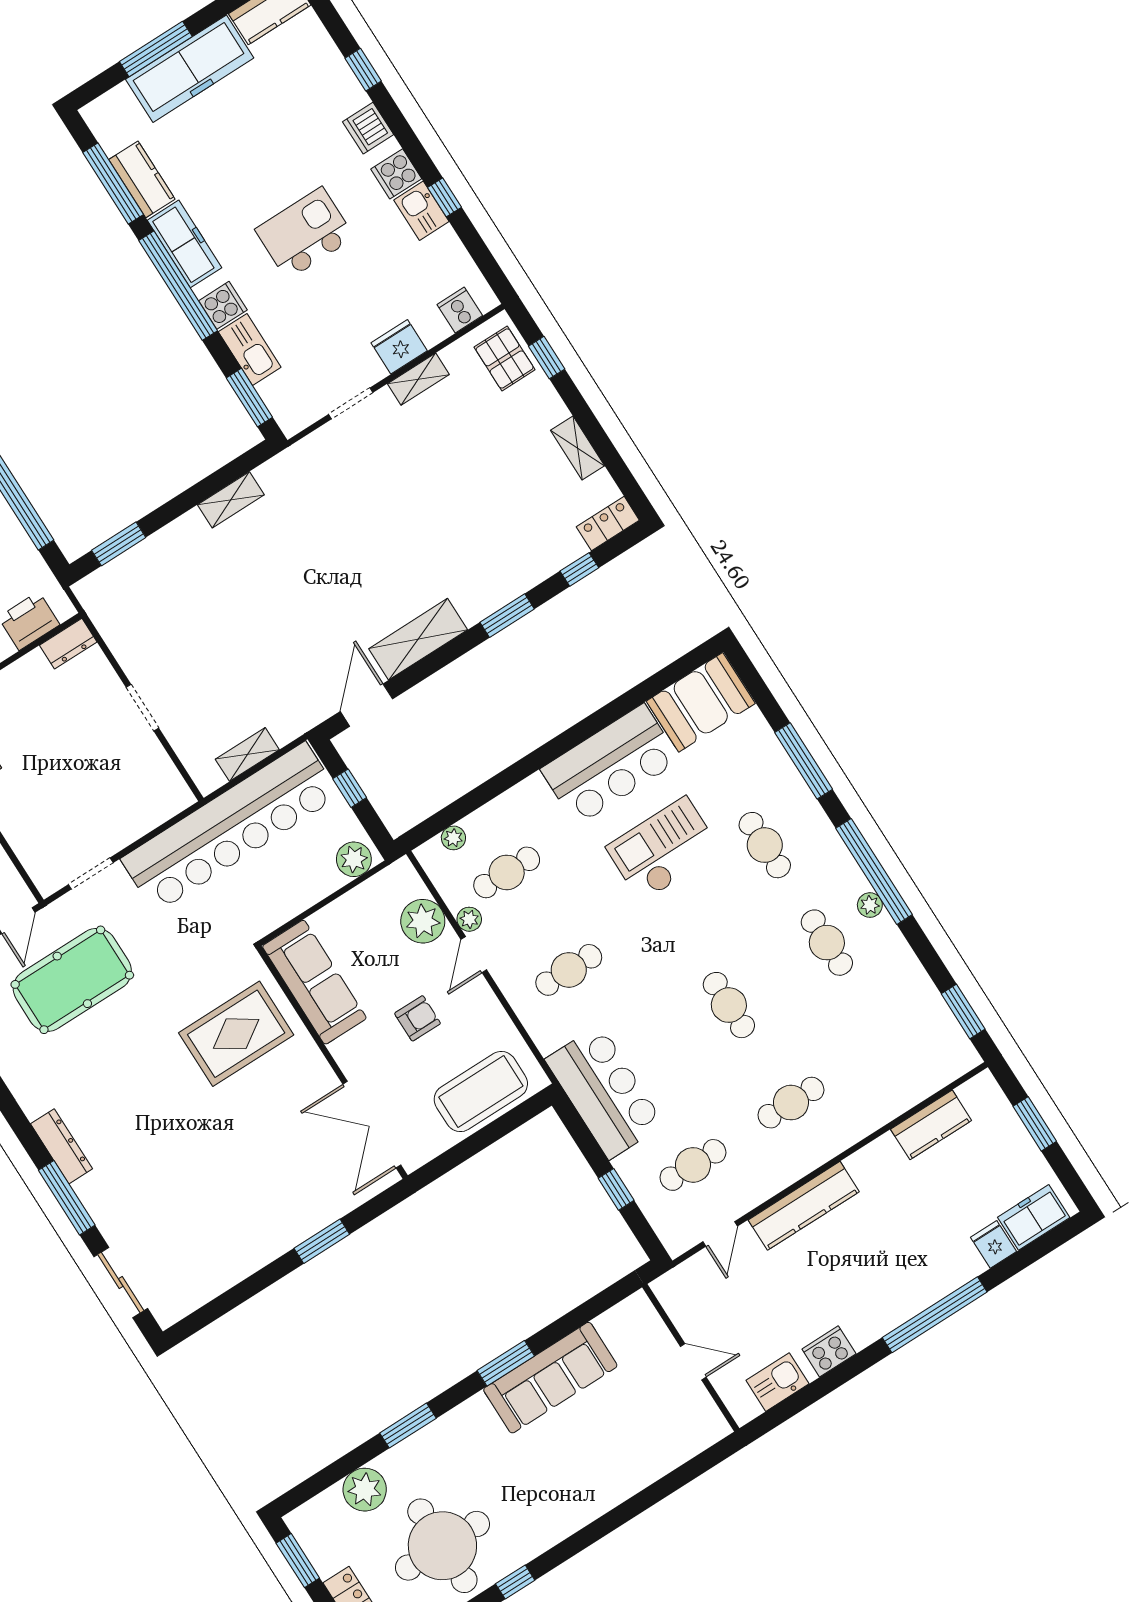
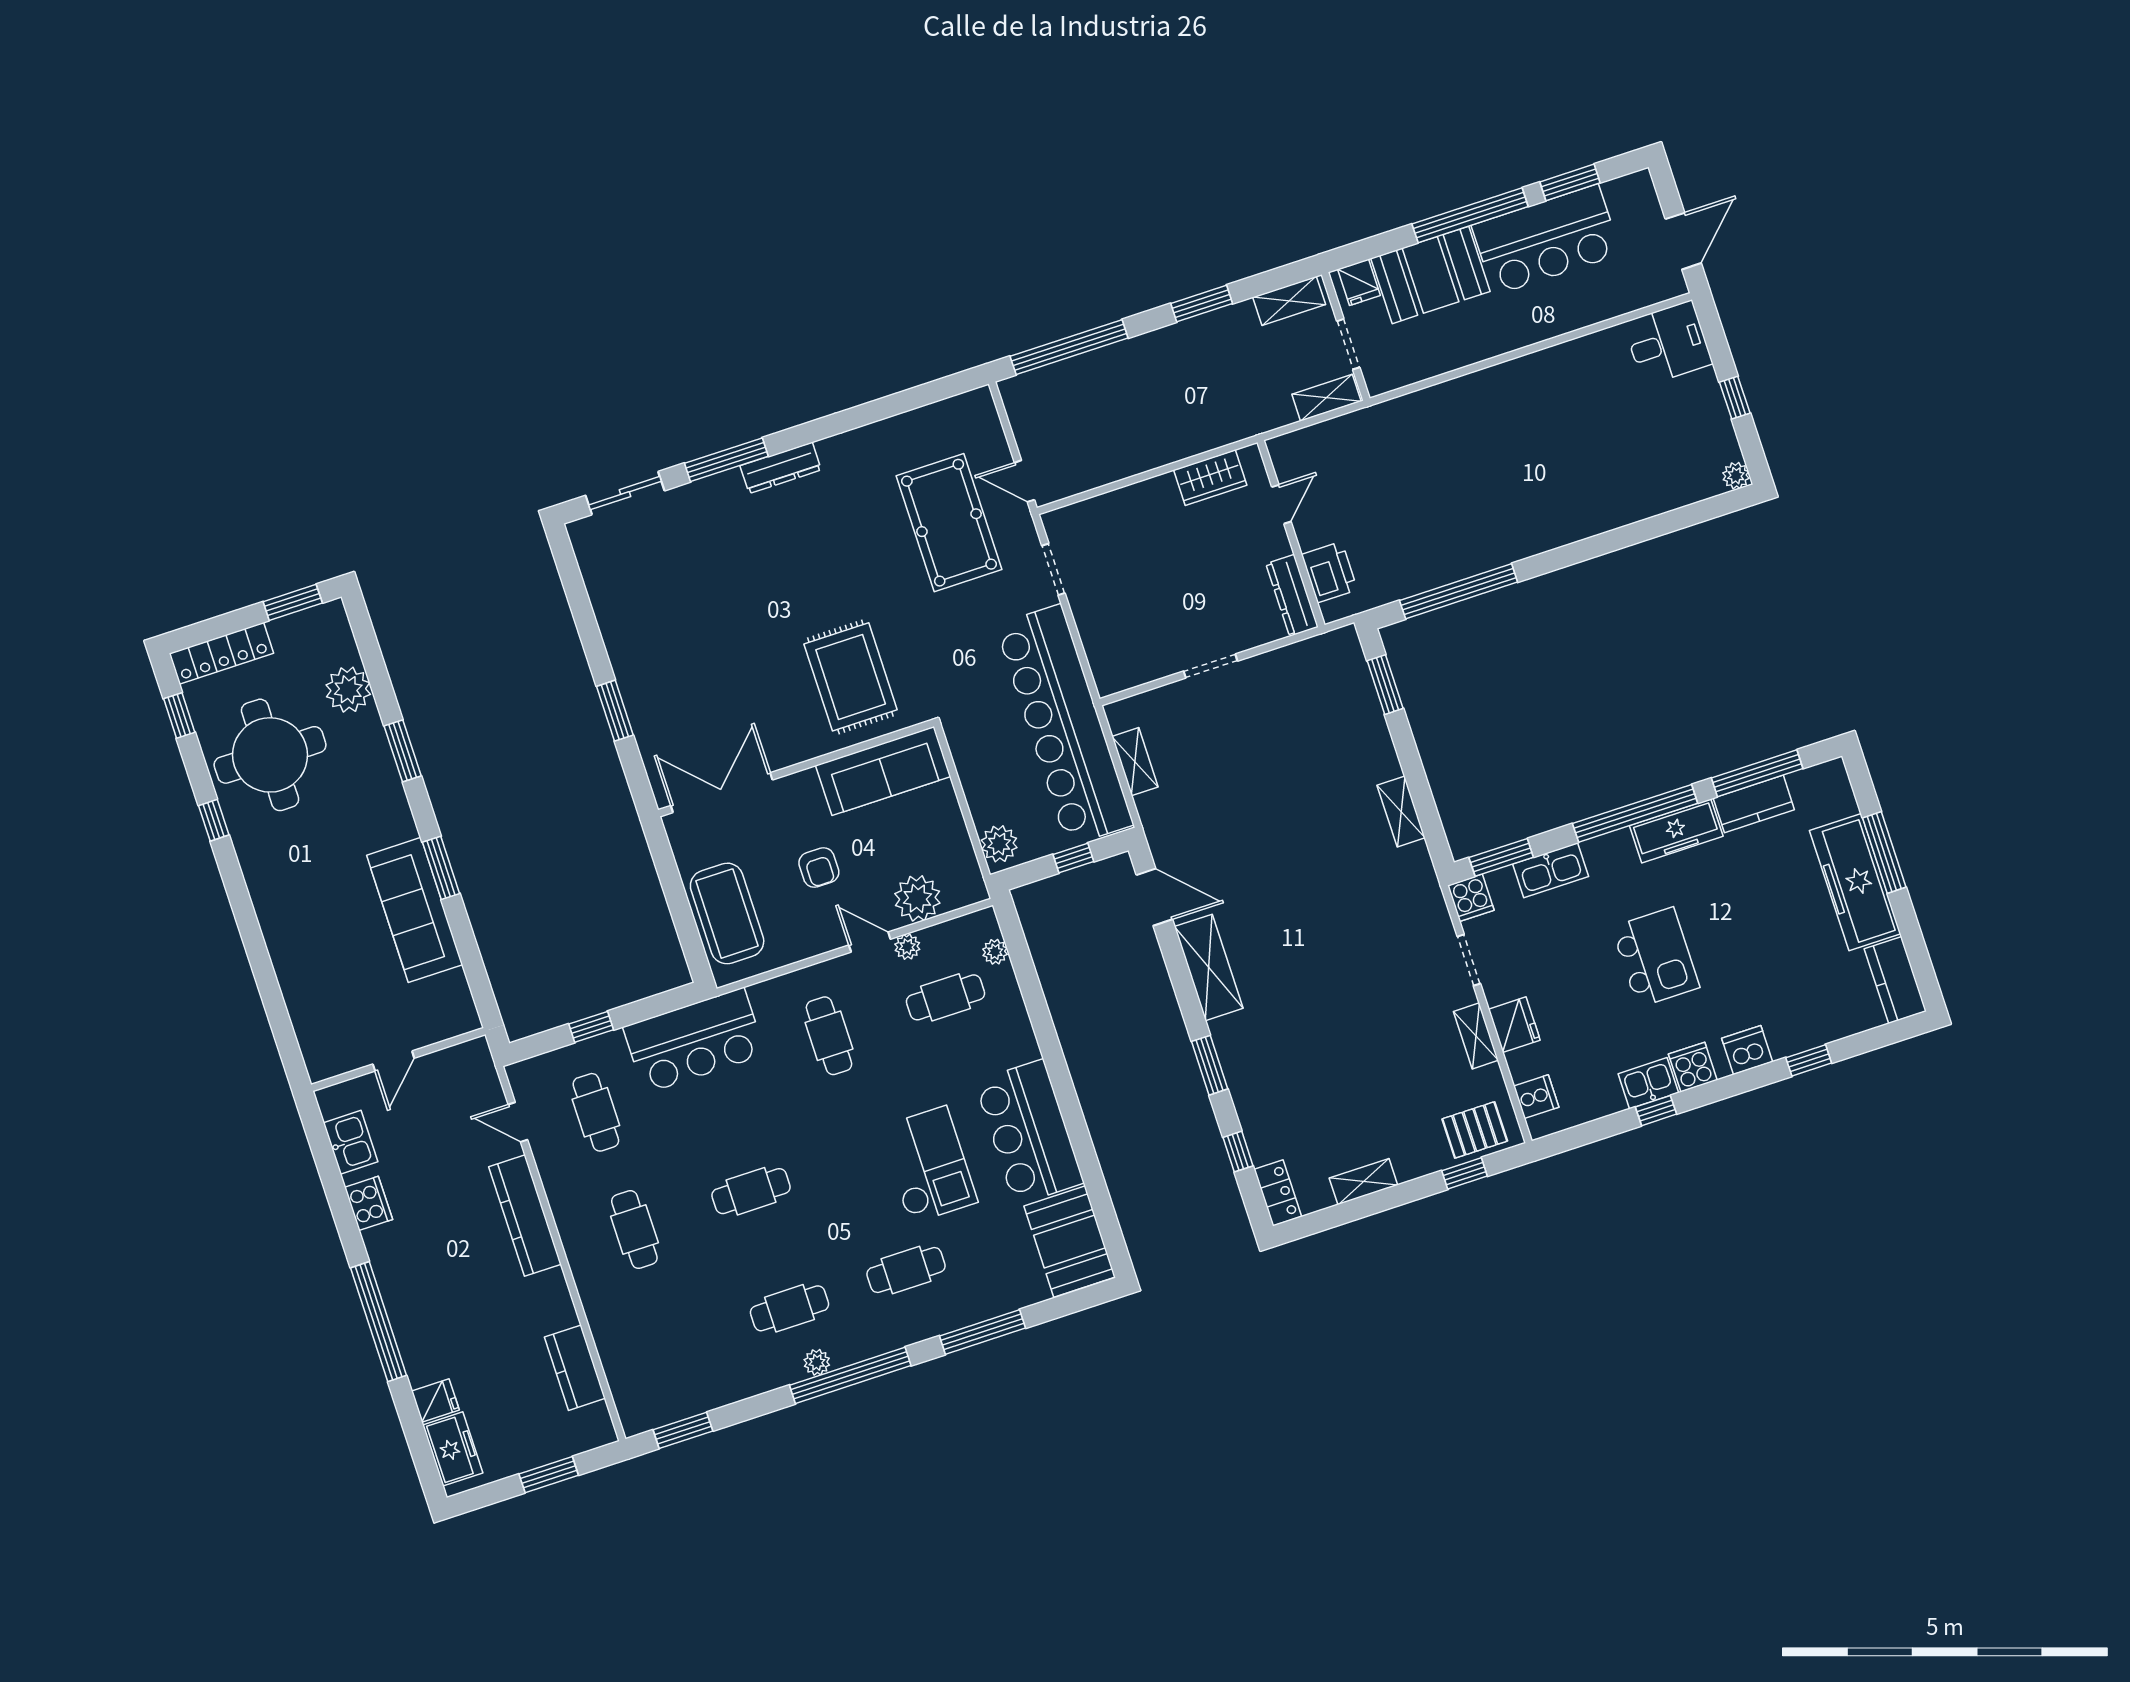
cooker: (223, 305) -> (1471, 898), moved
dresser: (68, 644) -> (1292, 595), width x1.44
cafe table: (507, 872) -> (946, 997), turned 90

